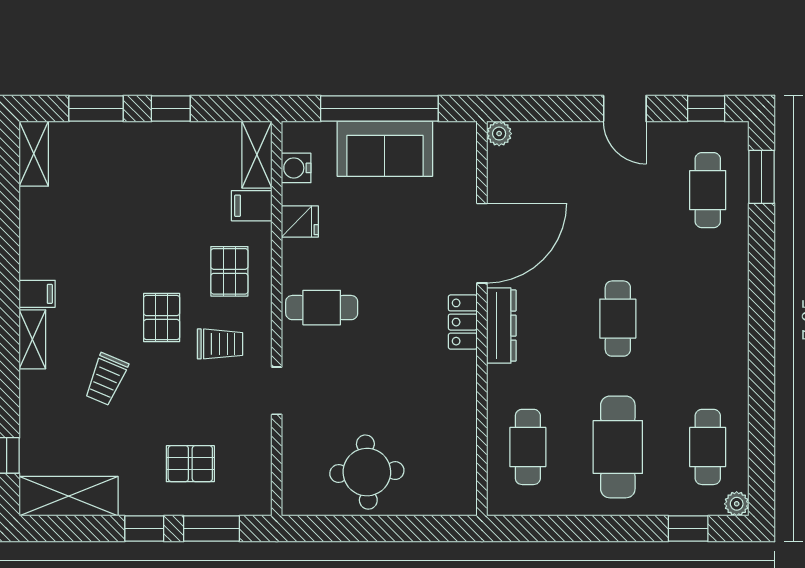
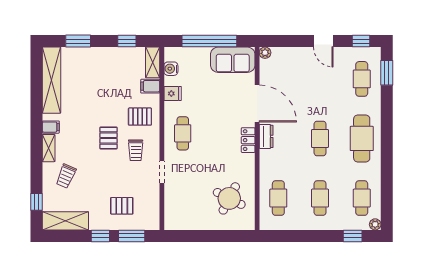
window: (171, 108) -> (127, 41), moved
sofa: (385, 149) -> (233, 60), moved
shelving: (34, 154) -> (52, 80), width x2.20, depth x1.33
door: (482, 243) -> (257, 104), hinge flipped
pallet: (229, 271) -> (140, 117), turned 90
cafe table: (322, 308) -> (183, 133), turned 90
cafe table: (708, 319) -> (362, 138), added
dresser: (501, 326) -> (266, 136), width x0.70
trolley: (220, 344) -> (136, 150), turned 90
trolley: (106, 379) -> (66, 176), moved
cafe table: (618, 447) -> (320, 198), width x0.73, depth x0.74
round table: (367, 472) -> (229, 198), moved, turned 30

